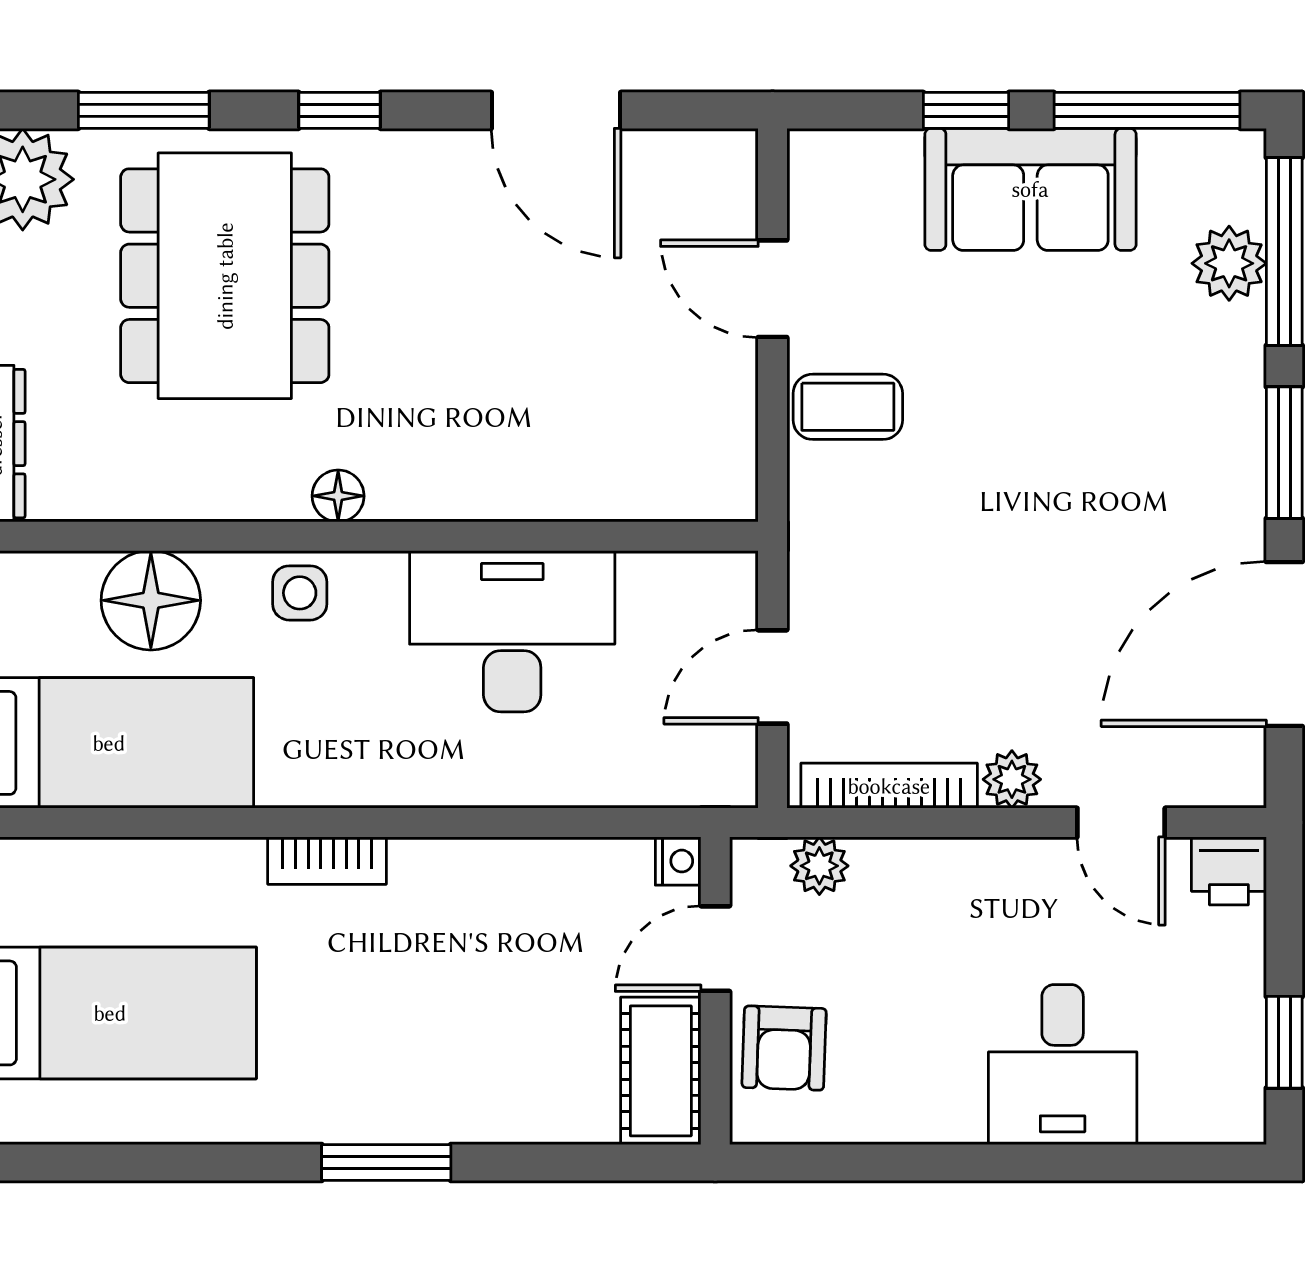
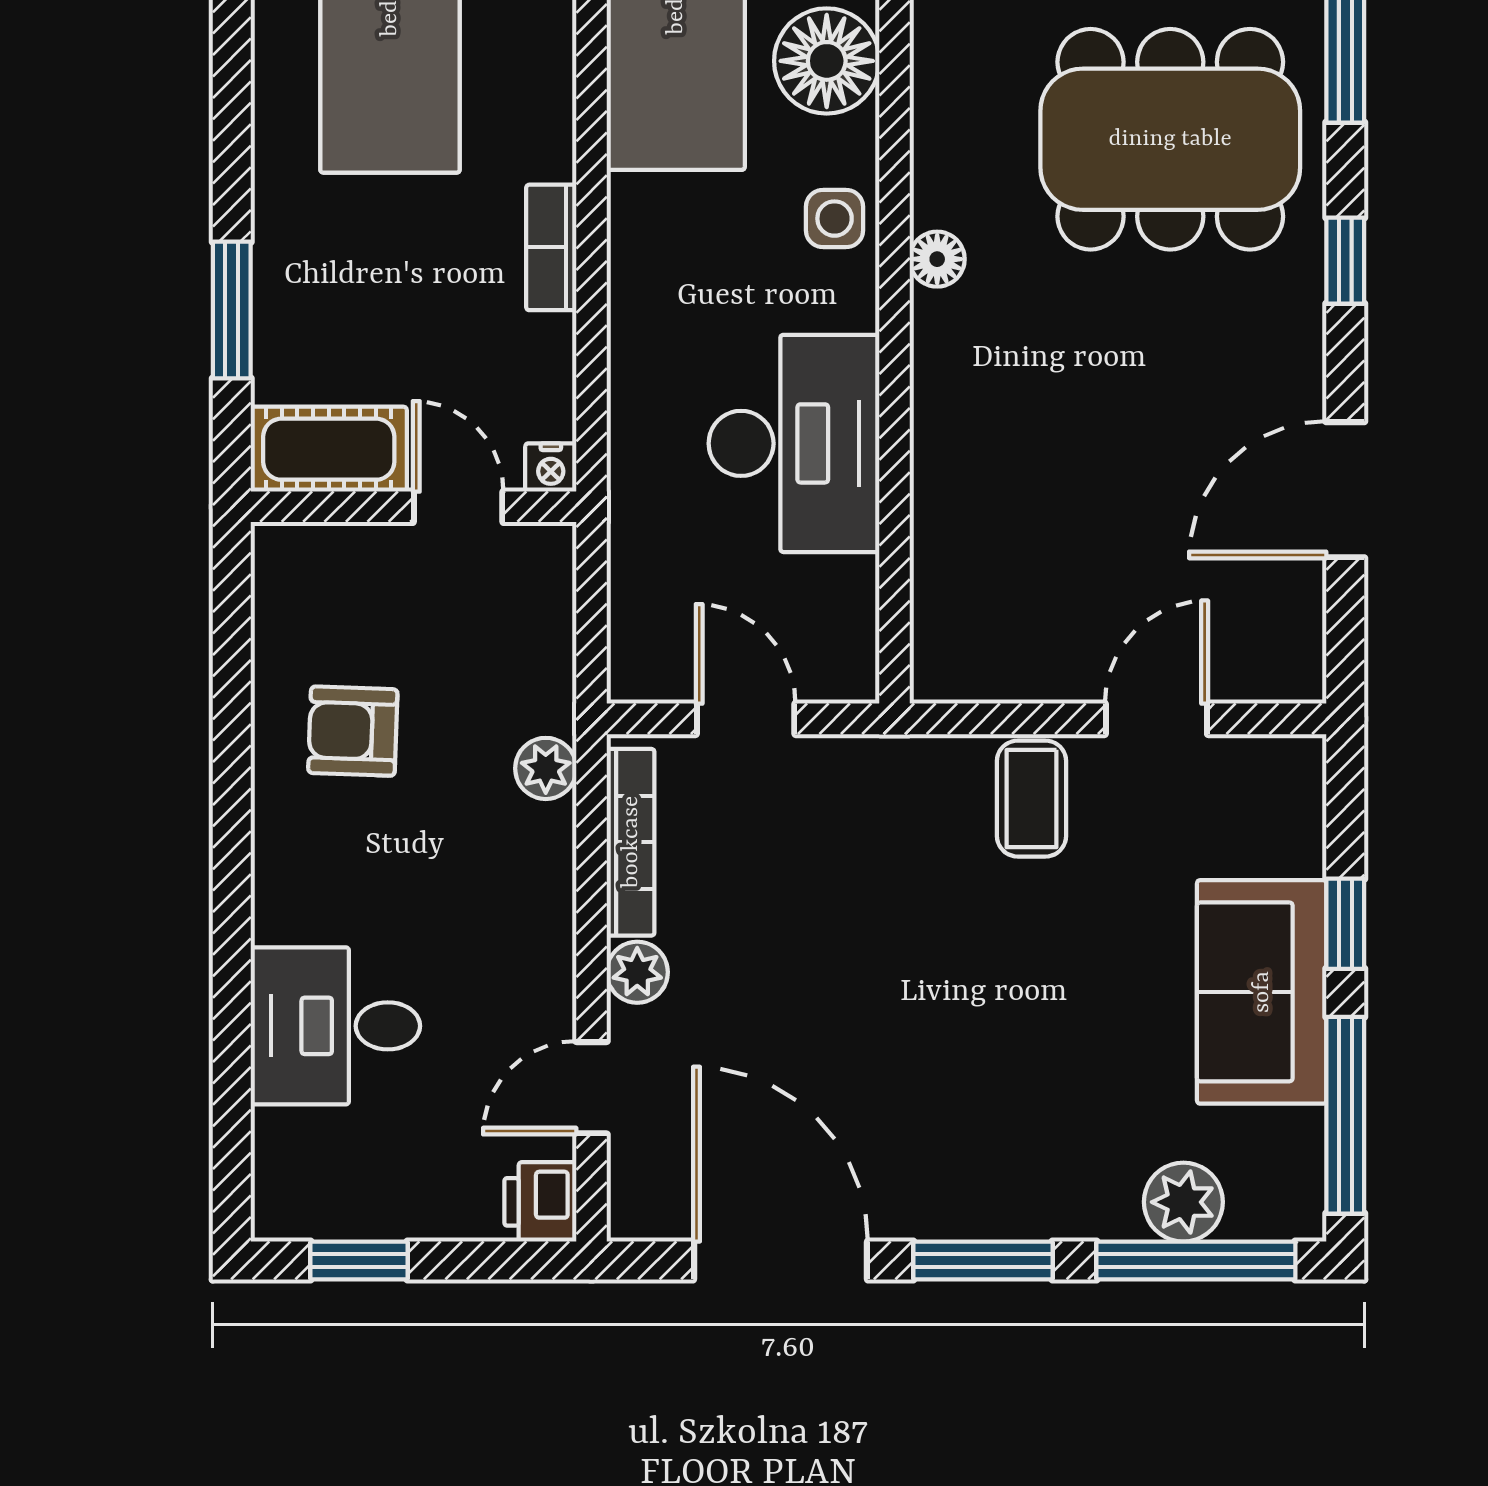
nightstand: (678, 861) -> (551, 467), moved
door: (715, 949) -> (458, 507), moved
wall: (715, 991) -> (414, 507), moved
cot: (661, 1071) -> (329, 449), moved

